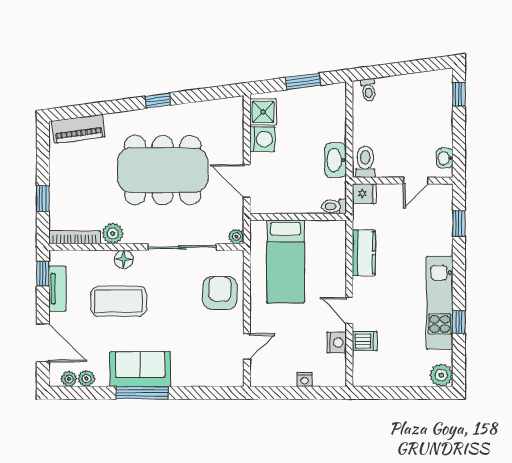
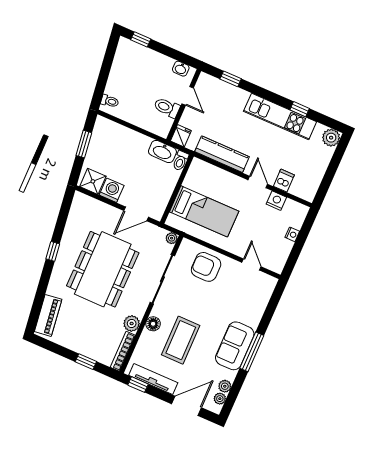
washbasin: (336, 160) -> (162, 151), moved
toilet: (365, 162) -> (167, 108), moved
kitchen counter: (364, 253) -> (222, 154), width x1.50
tv unit: (57, 289) -> (153, 379), width x1.41
door: (349, 310) -> (258, 182), swing flipped

